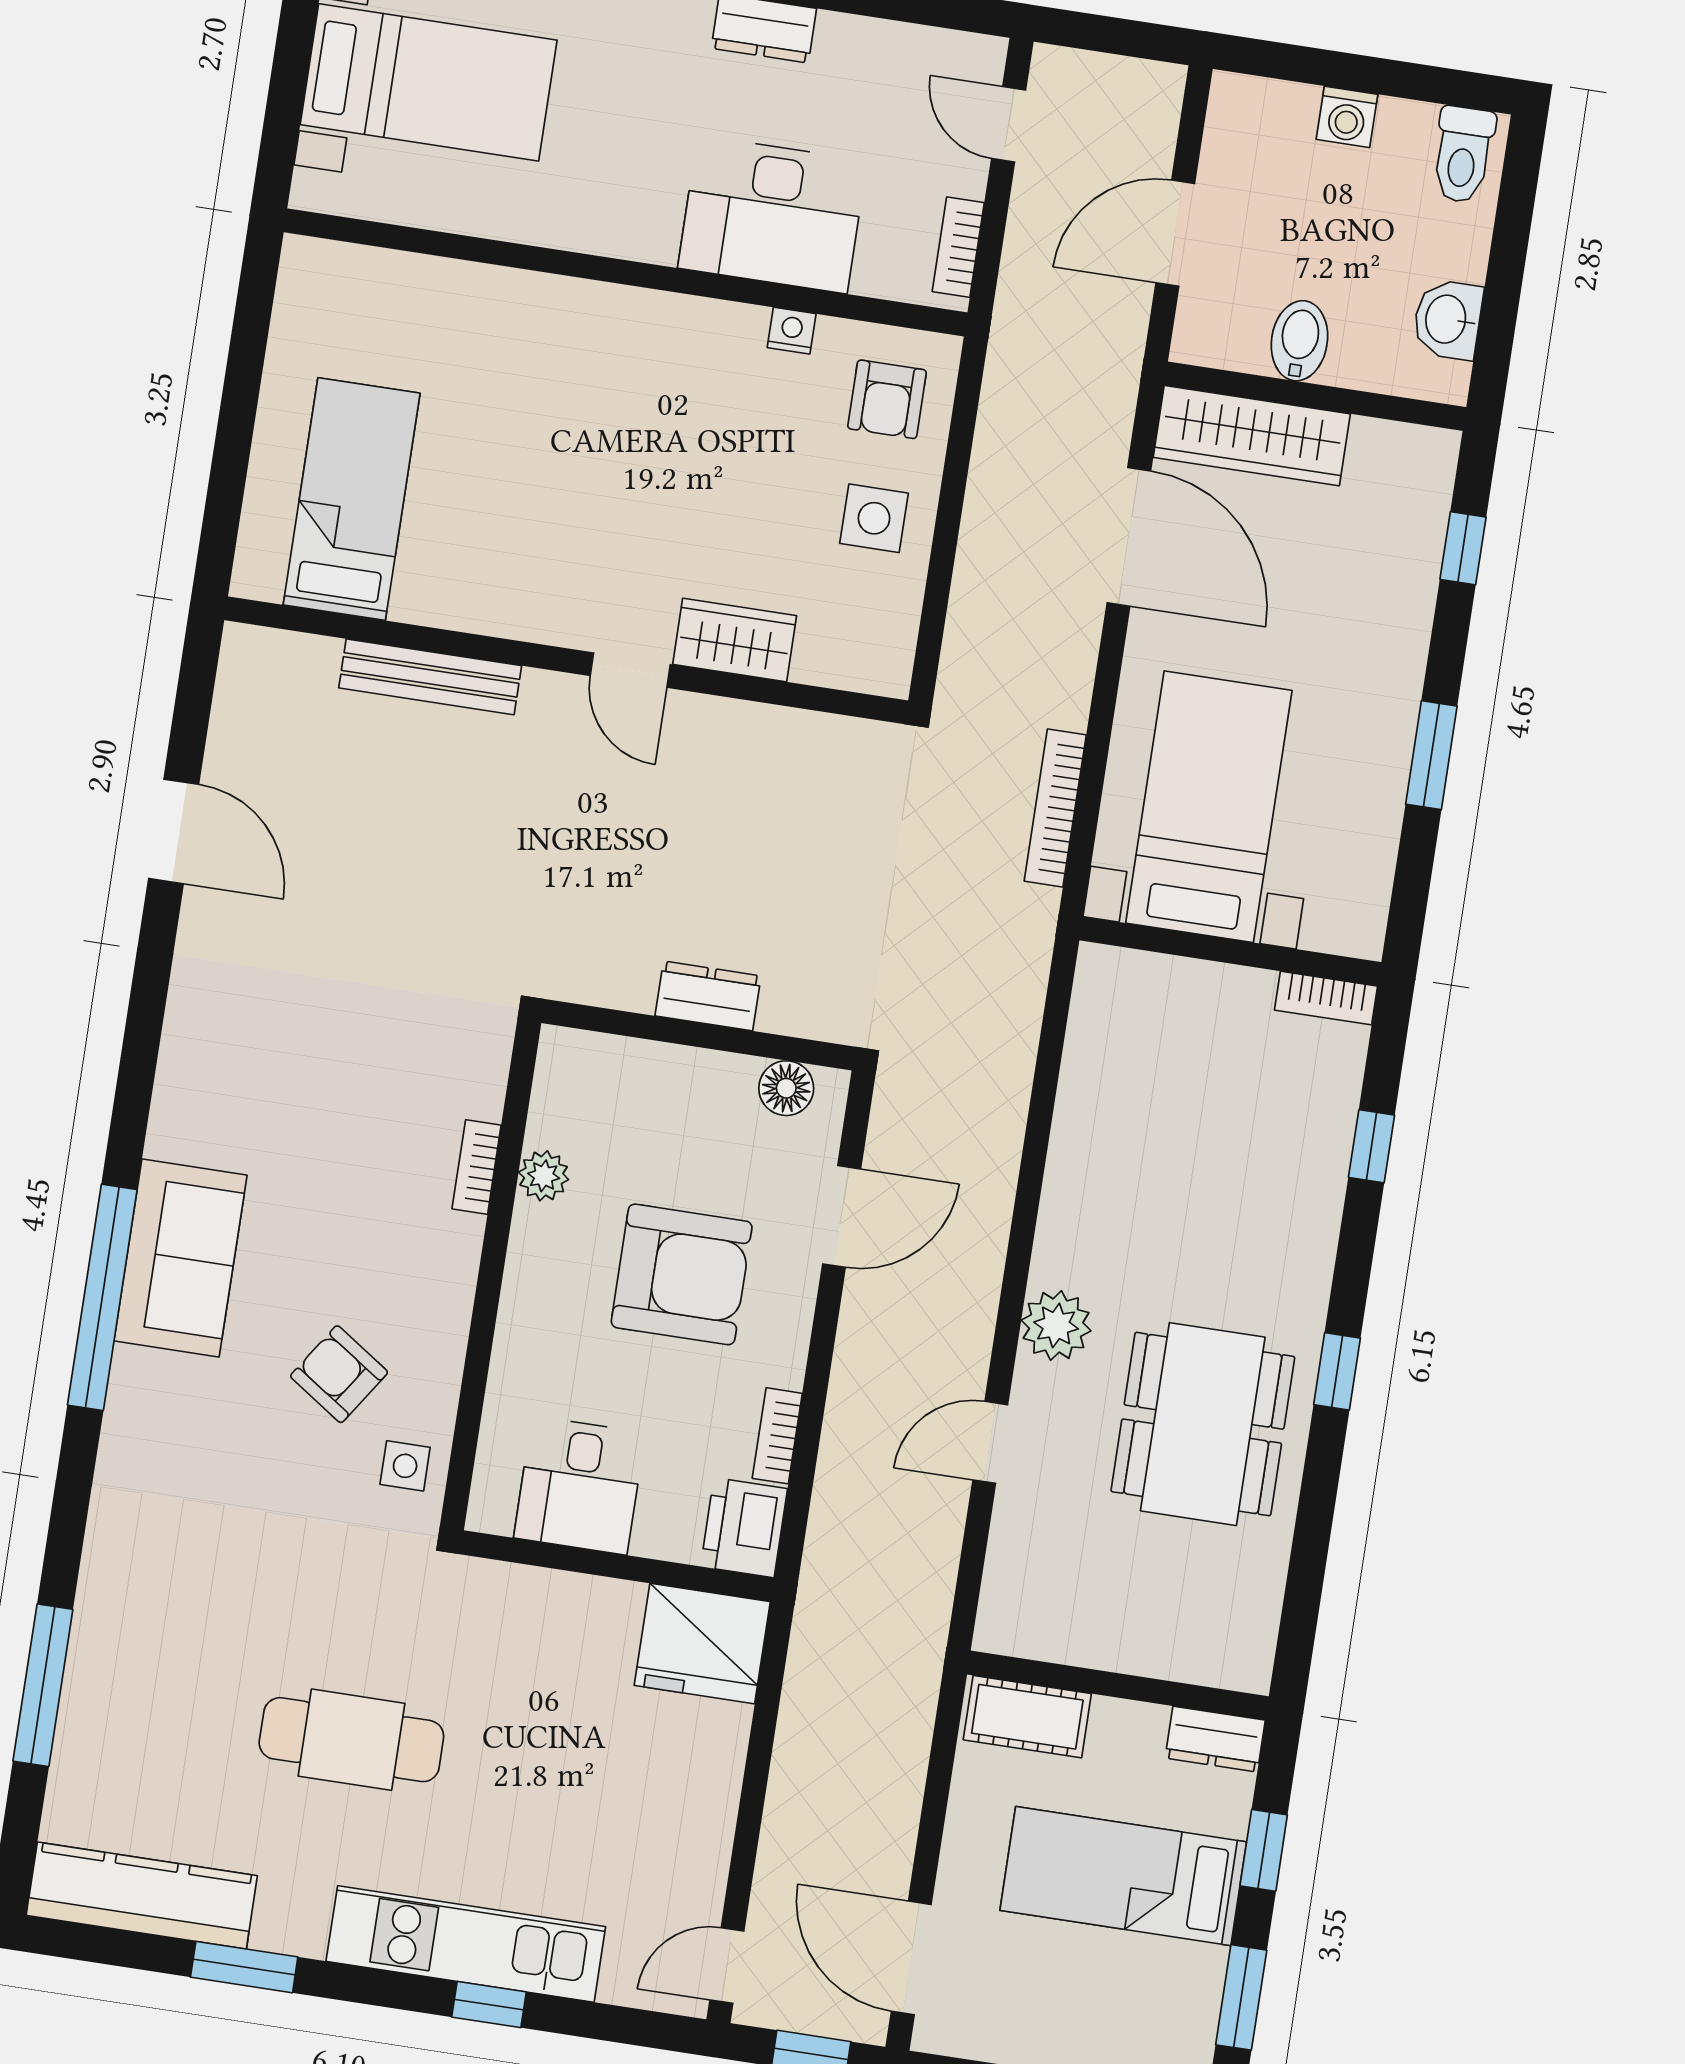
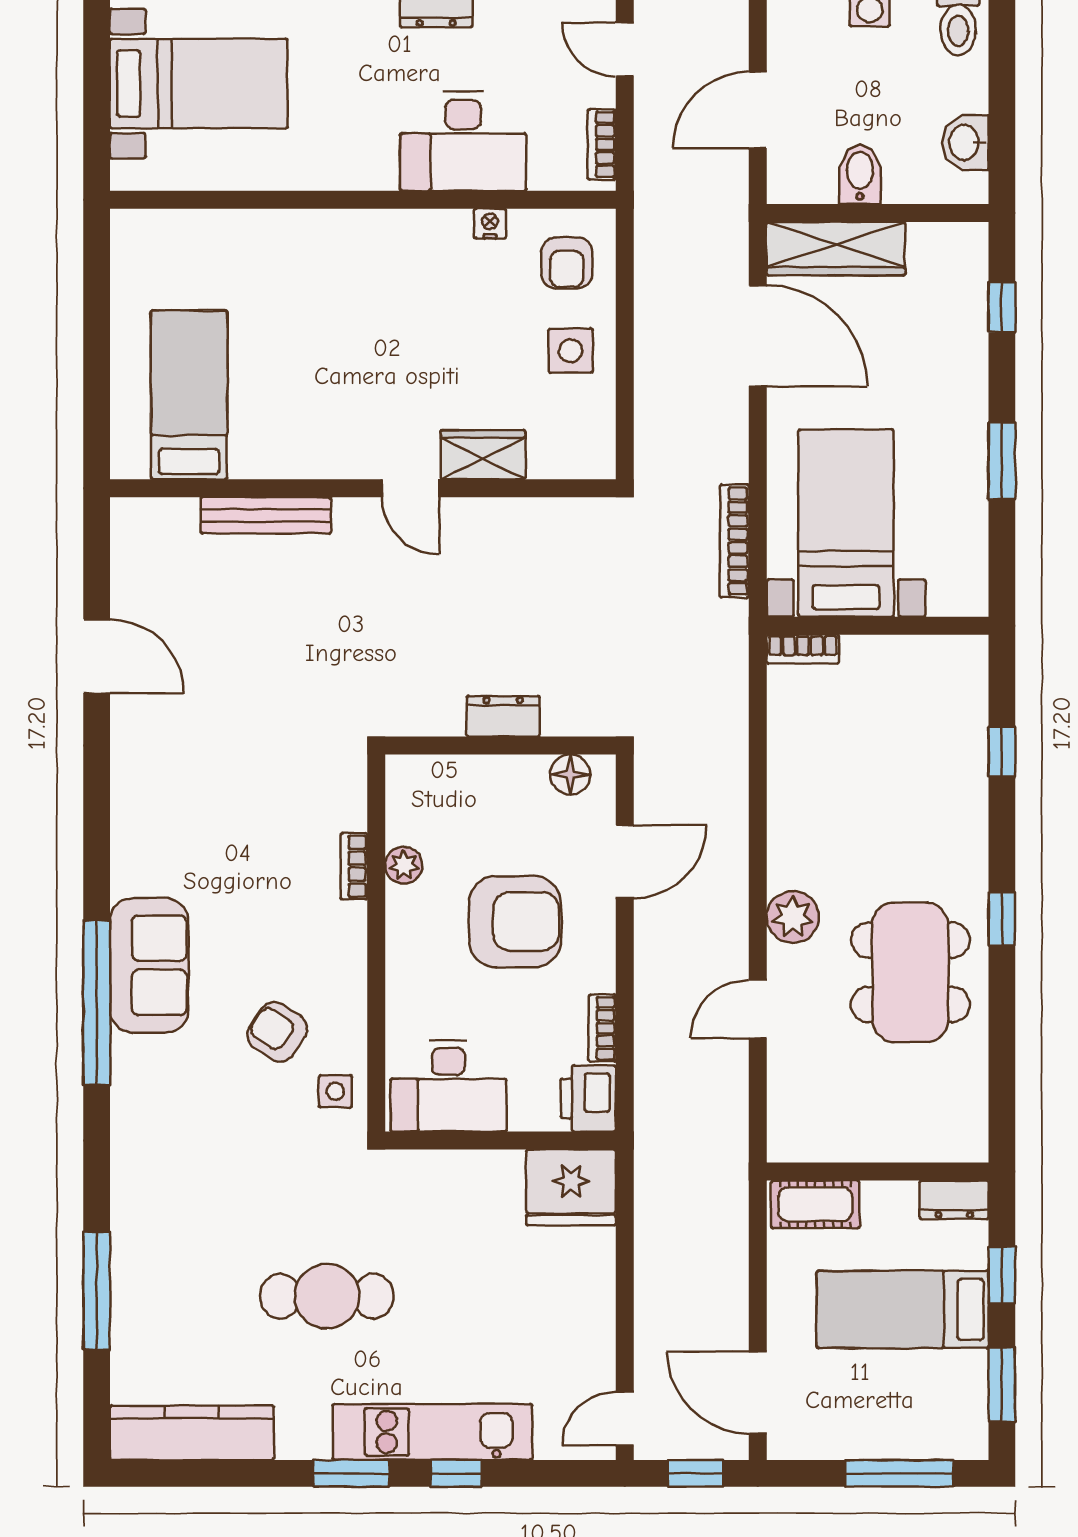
bookcase: (1326, 998) -> (803, 649), moved
desk: (580, 1485) -> (448, 1086), width x1.37
window: (244, 1967) -> (351, 1473), moved

